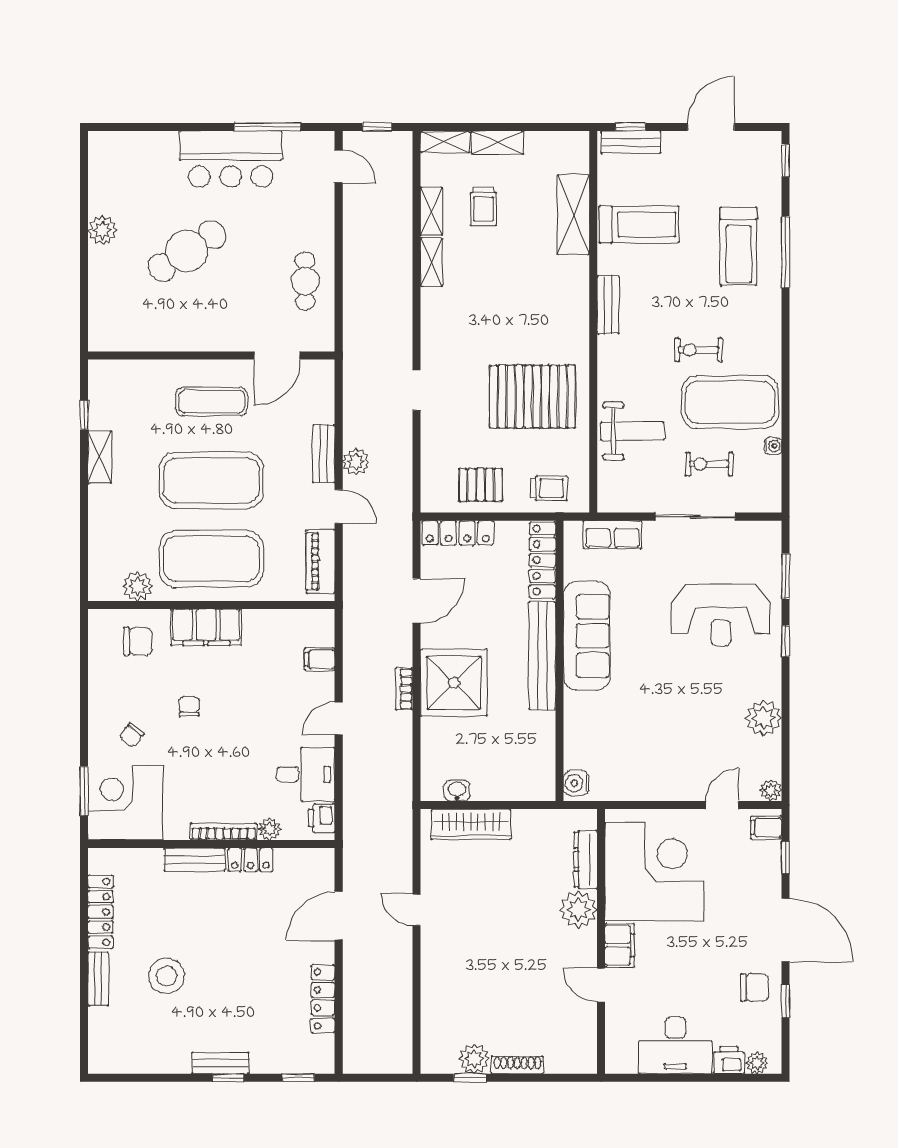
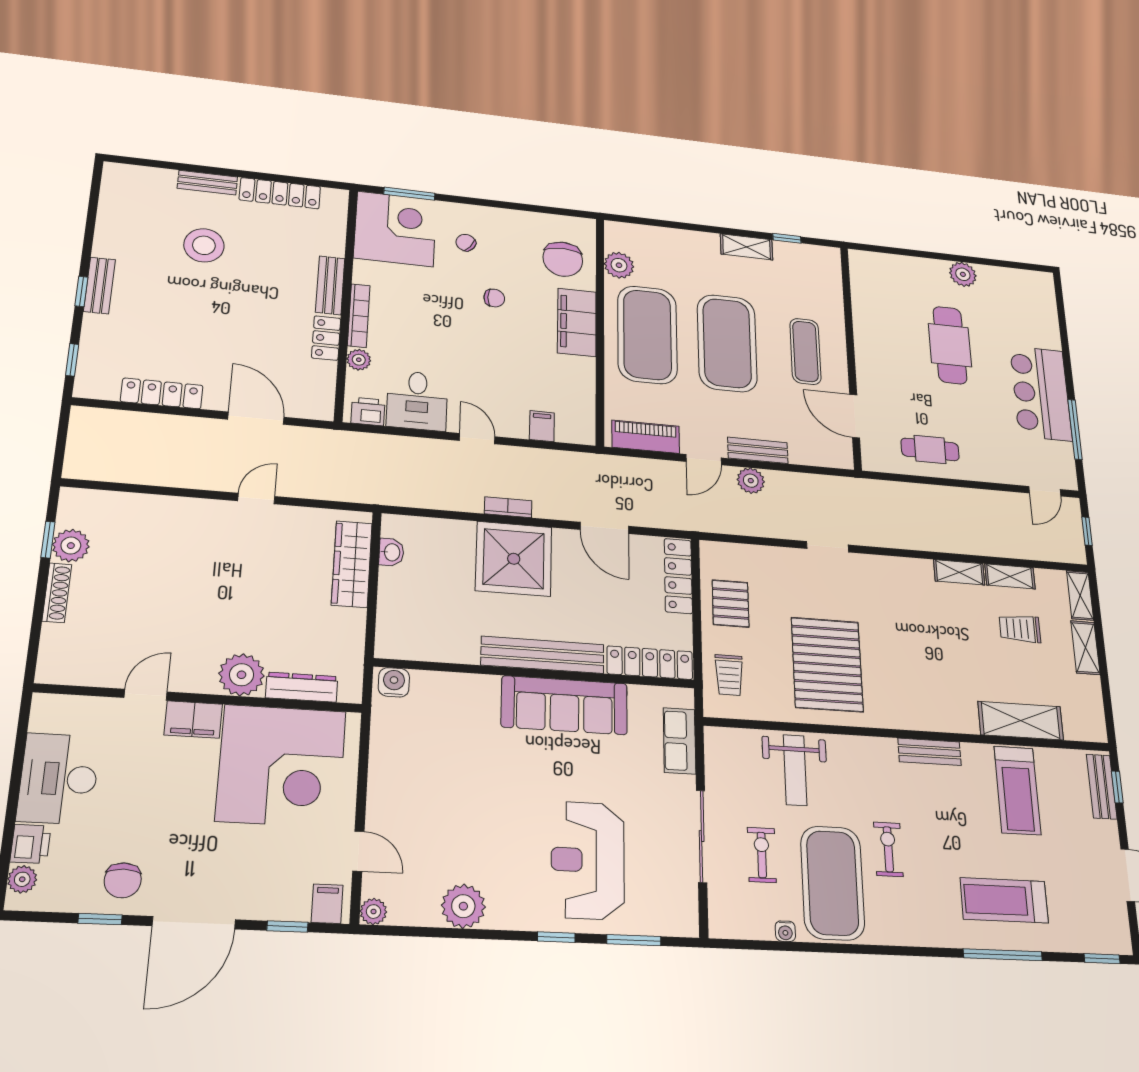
cafe table: (187, 251) -> (950, 345), turned 33
chair: (138, 641) -> (563, 259), width x1.37, depth x1.37

